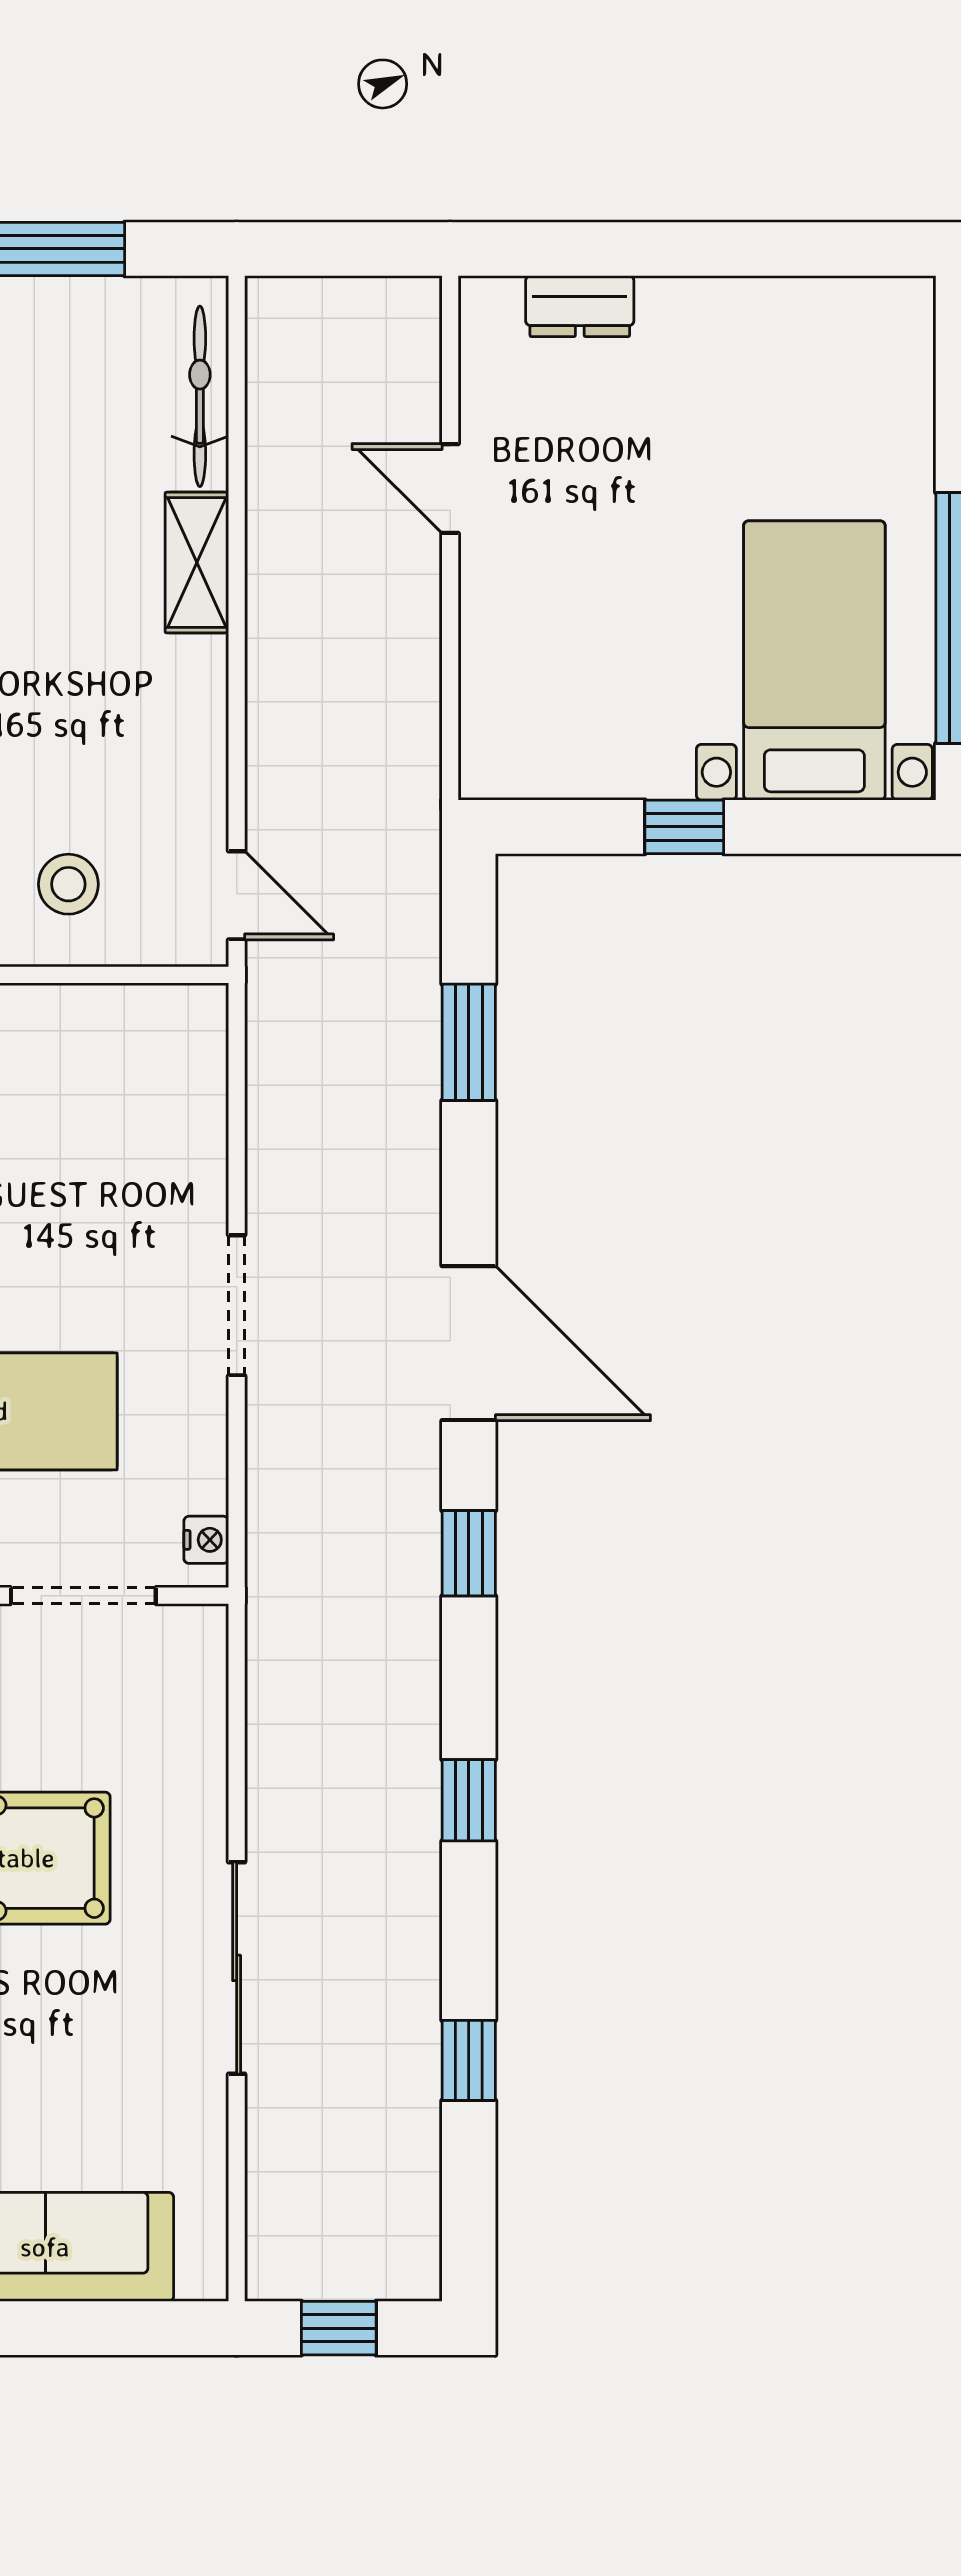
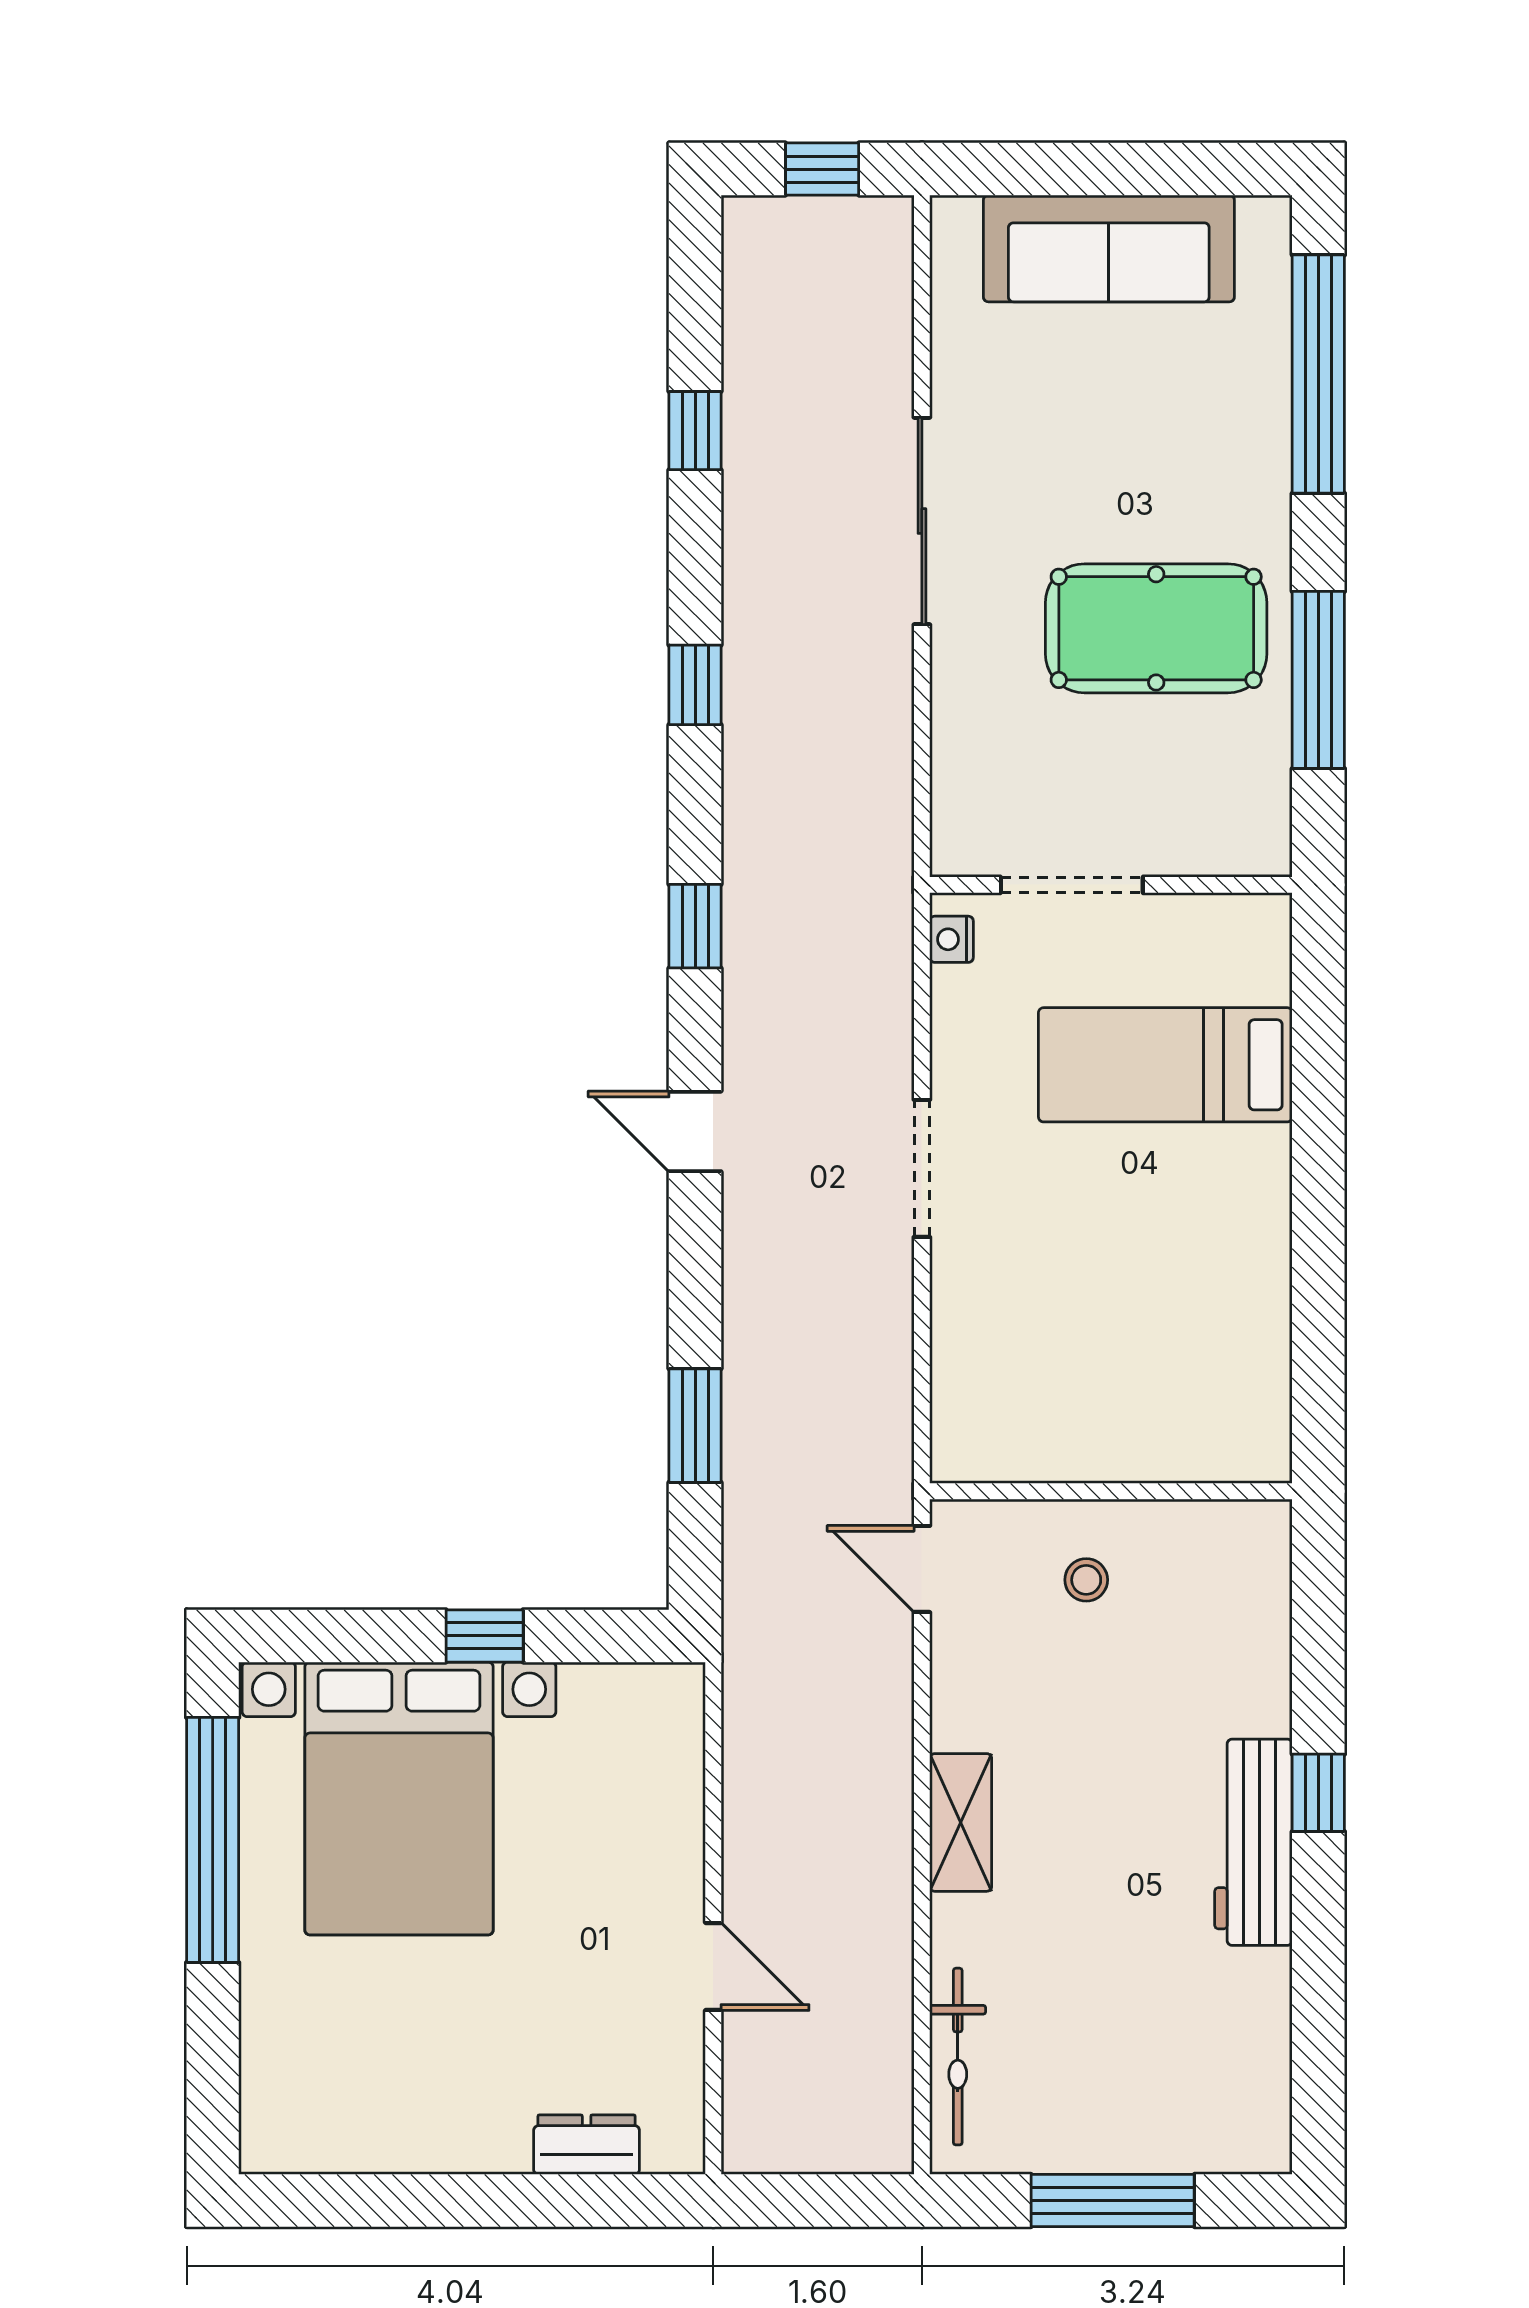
shelving: (197, 563) -> (961, 1822), moved
bed with nightstands: (814, 661) -> (399, 1798), width x1.36
stool: (68, 884) -> (1086, 1580), width x0.73, depth x0.73
door: (469, 1343) -> (695, 1131), width x0.53

